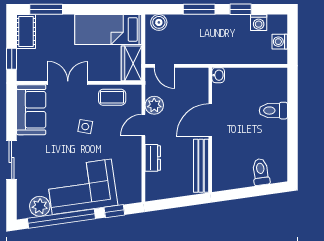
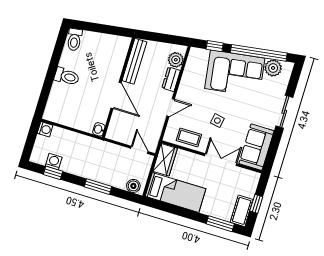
window: (241, 9) -> (53, 173), moved
washing machine: (280, 42) -> (45, 129), moved
window: (12, 59) -> (256, 204), moved
double door: (68, 83) -> (221, 160), swing flipped
plant: (154, 105) -> (176, 60), moved
toilet: (273, 111) -> (67, 77), moved
door: (210, 120) -> (116, 95), hinge flipped
toilet: (261, 172) -> (74, 40), moved

